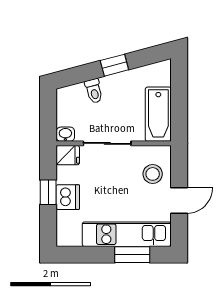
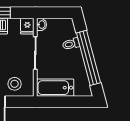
window: (114, 65) -> (88, 58), width x3.17

